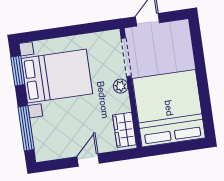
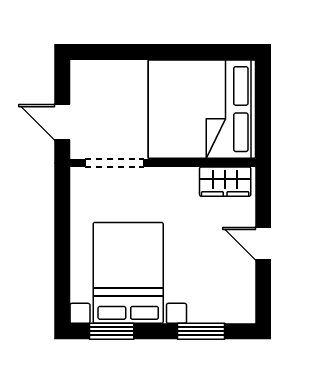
plant: (121, 86) -> (158, 178), removed
window: (26, 128) -> (201, 331), width x0.69

